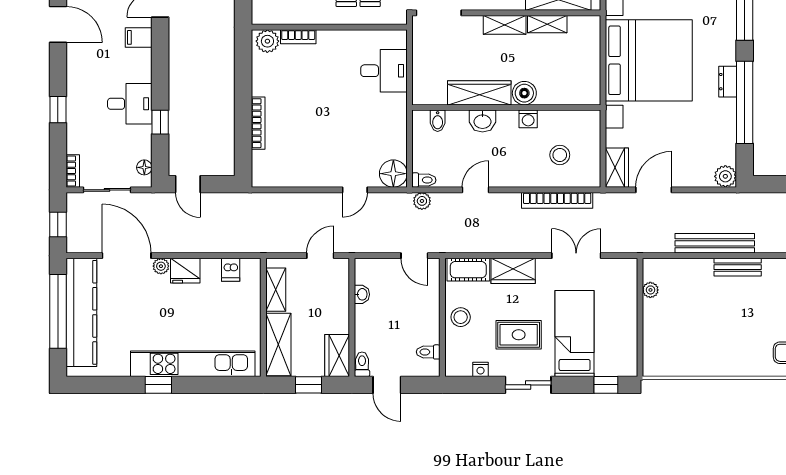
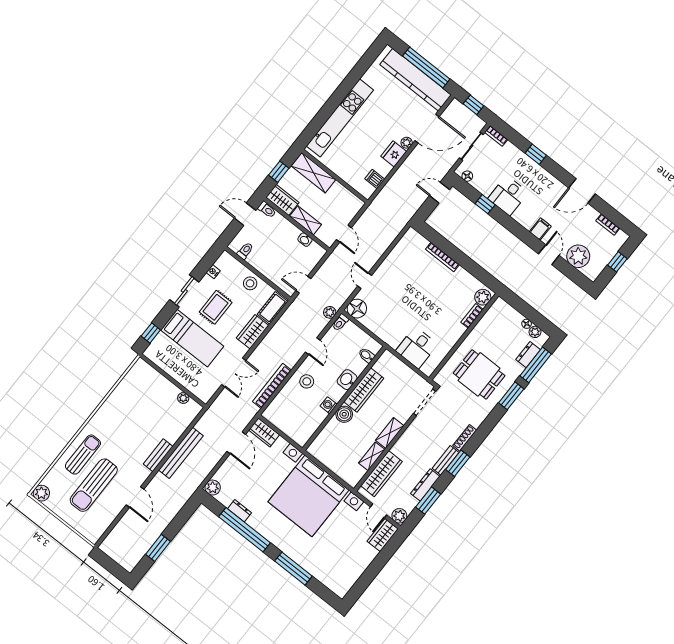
dresser: (728, 82) -> (240, 511), moved
stool: (560, 155) -> (307, 381), moved
shelving: (276, 290) -> (305, 220), moved
window: (158, 385) -> (343, 90), removed

